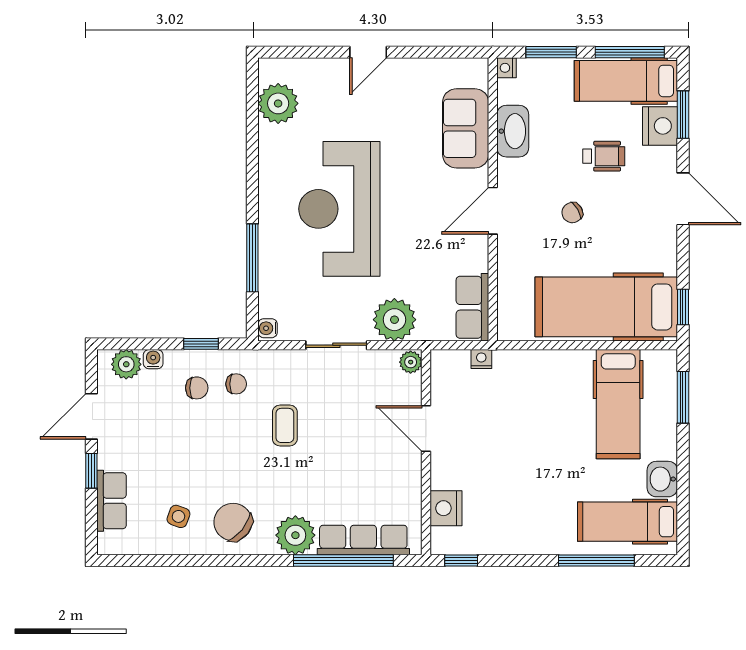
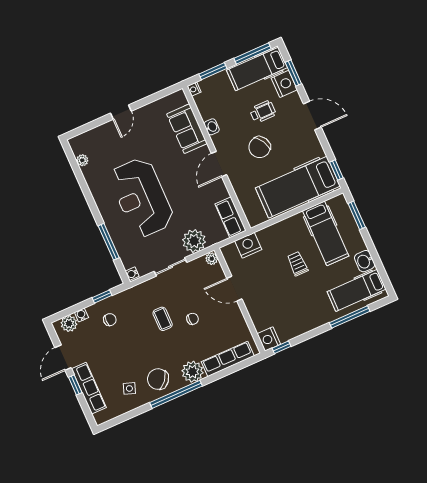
plant: (278, 103) -> (82, 160), width x0.53, depth x0.53
washbasin: (513, 131) -> (212, 127), width x0.52, depth x0.69
chair: (572, 213) -> (260, 147), width x1.87, depth x1.87
nightstand: (481, 359) -> (248, 245), width x1.89, depth x1.79
chair: (236, 384) -> (193, 319), moved
trolley: (549, 434) -> (298, 264), added
row of seats: (111, 501) -> (89, 388), width x1.48
nightstand: (446, 508) -> (269, 339), moved
window: (343, 560) -> (176, 394), moved

